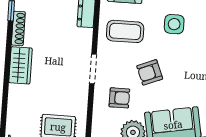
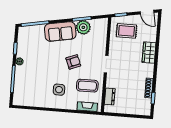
wardrobe: (20, 65) -> (149, 53), moved
armchair: (119, 98) -> (91, 47), removed

